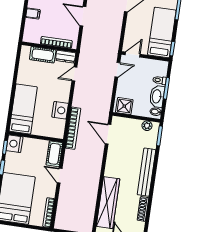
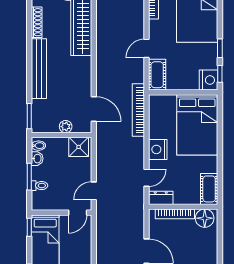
filing cabinet: (33, 13) -> (209, 246), removed
floor lamp: (33, 36) -> (205, 218), added
cot: (43, 55) -> (209, 189), moved, turned 90
washbasin: (157, 96) -> (37, 159), width x0.52, depth x0.69
bed: (23, 109) -> (197, 125), width x1.50
nightstand: (60, 110) -> (158, 149), moved
plant: (147, 126) -> (66, 127), moved
door: (60, 176) -> (147, 48), swing flipped

